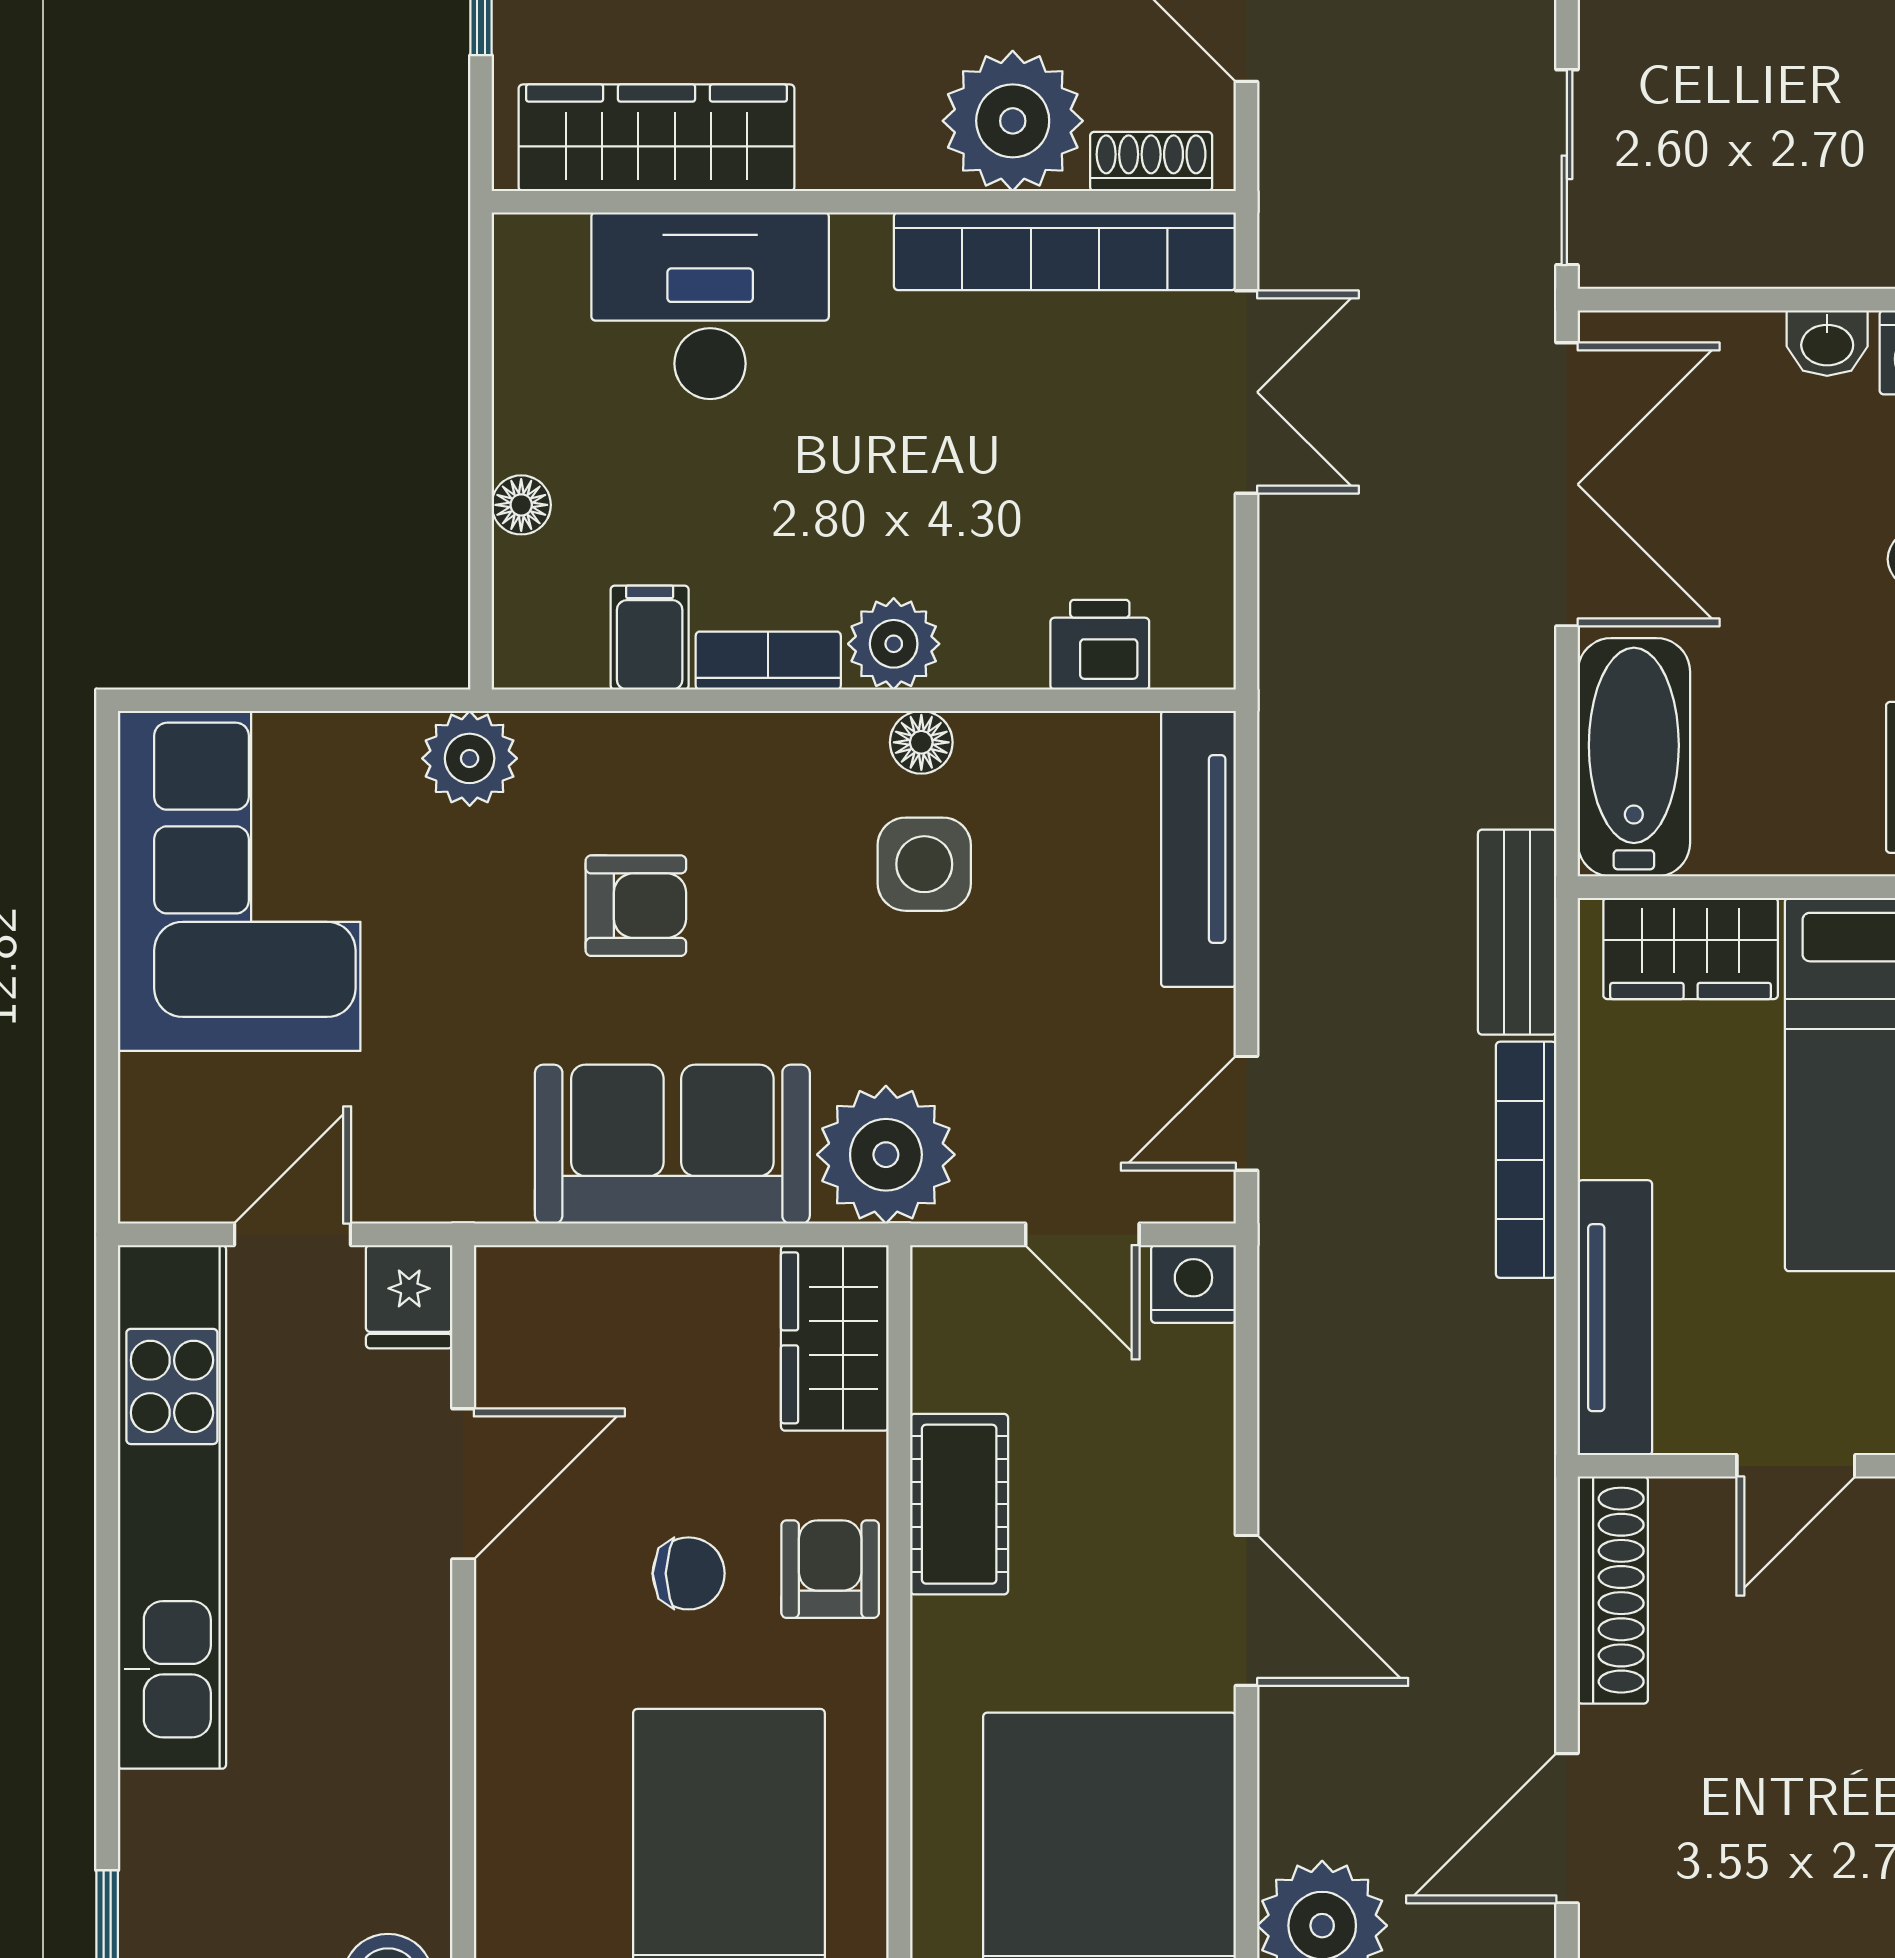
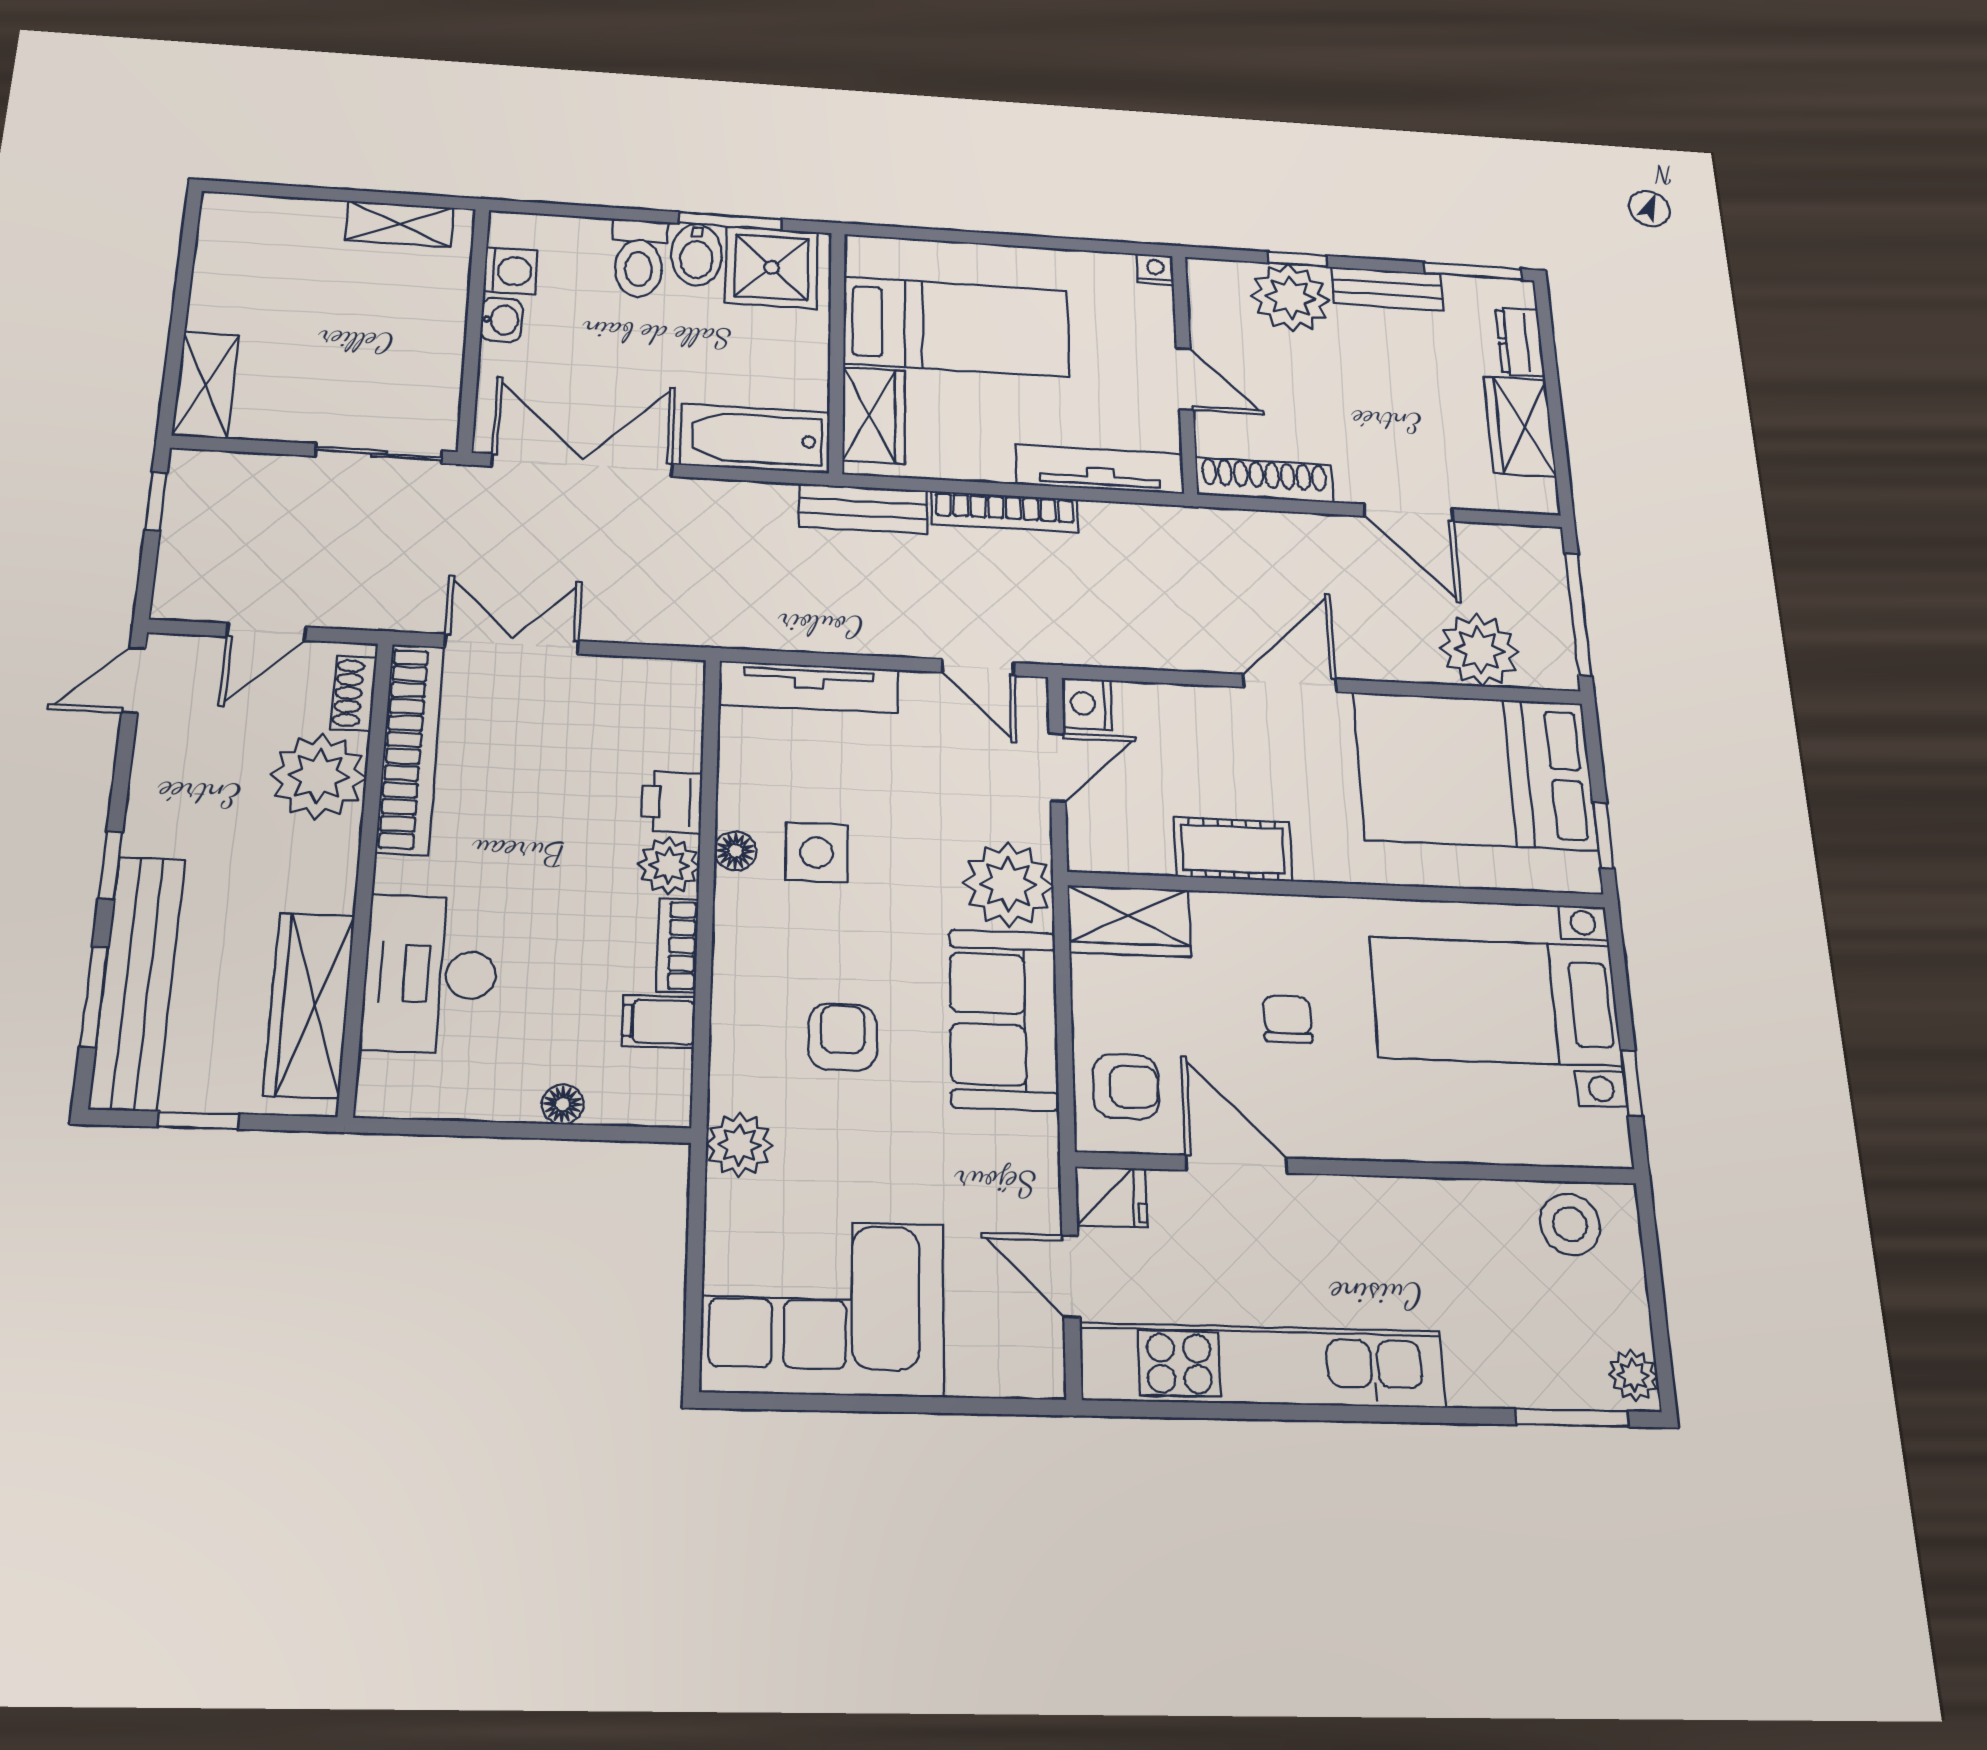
printer: (1100, 645) -> (672, 802), moved
armchair: (830, 1569) -> (1126, 1086), moved, turned 180

